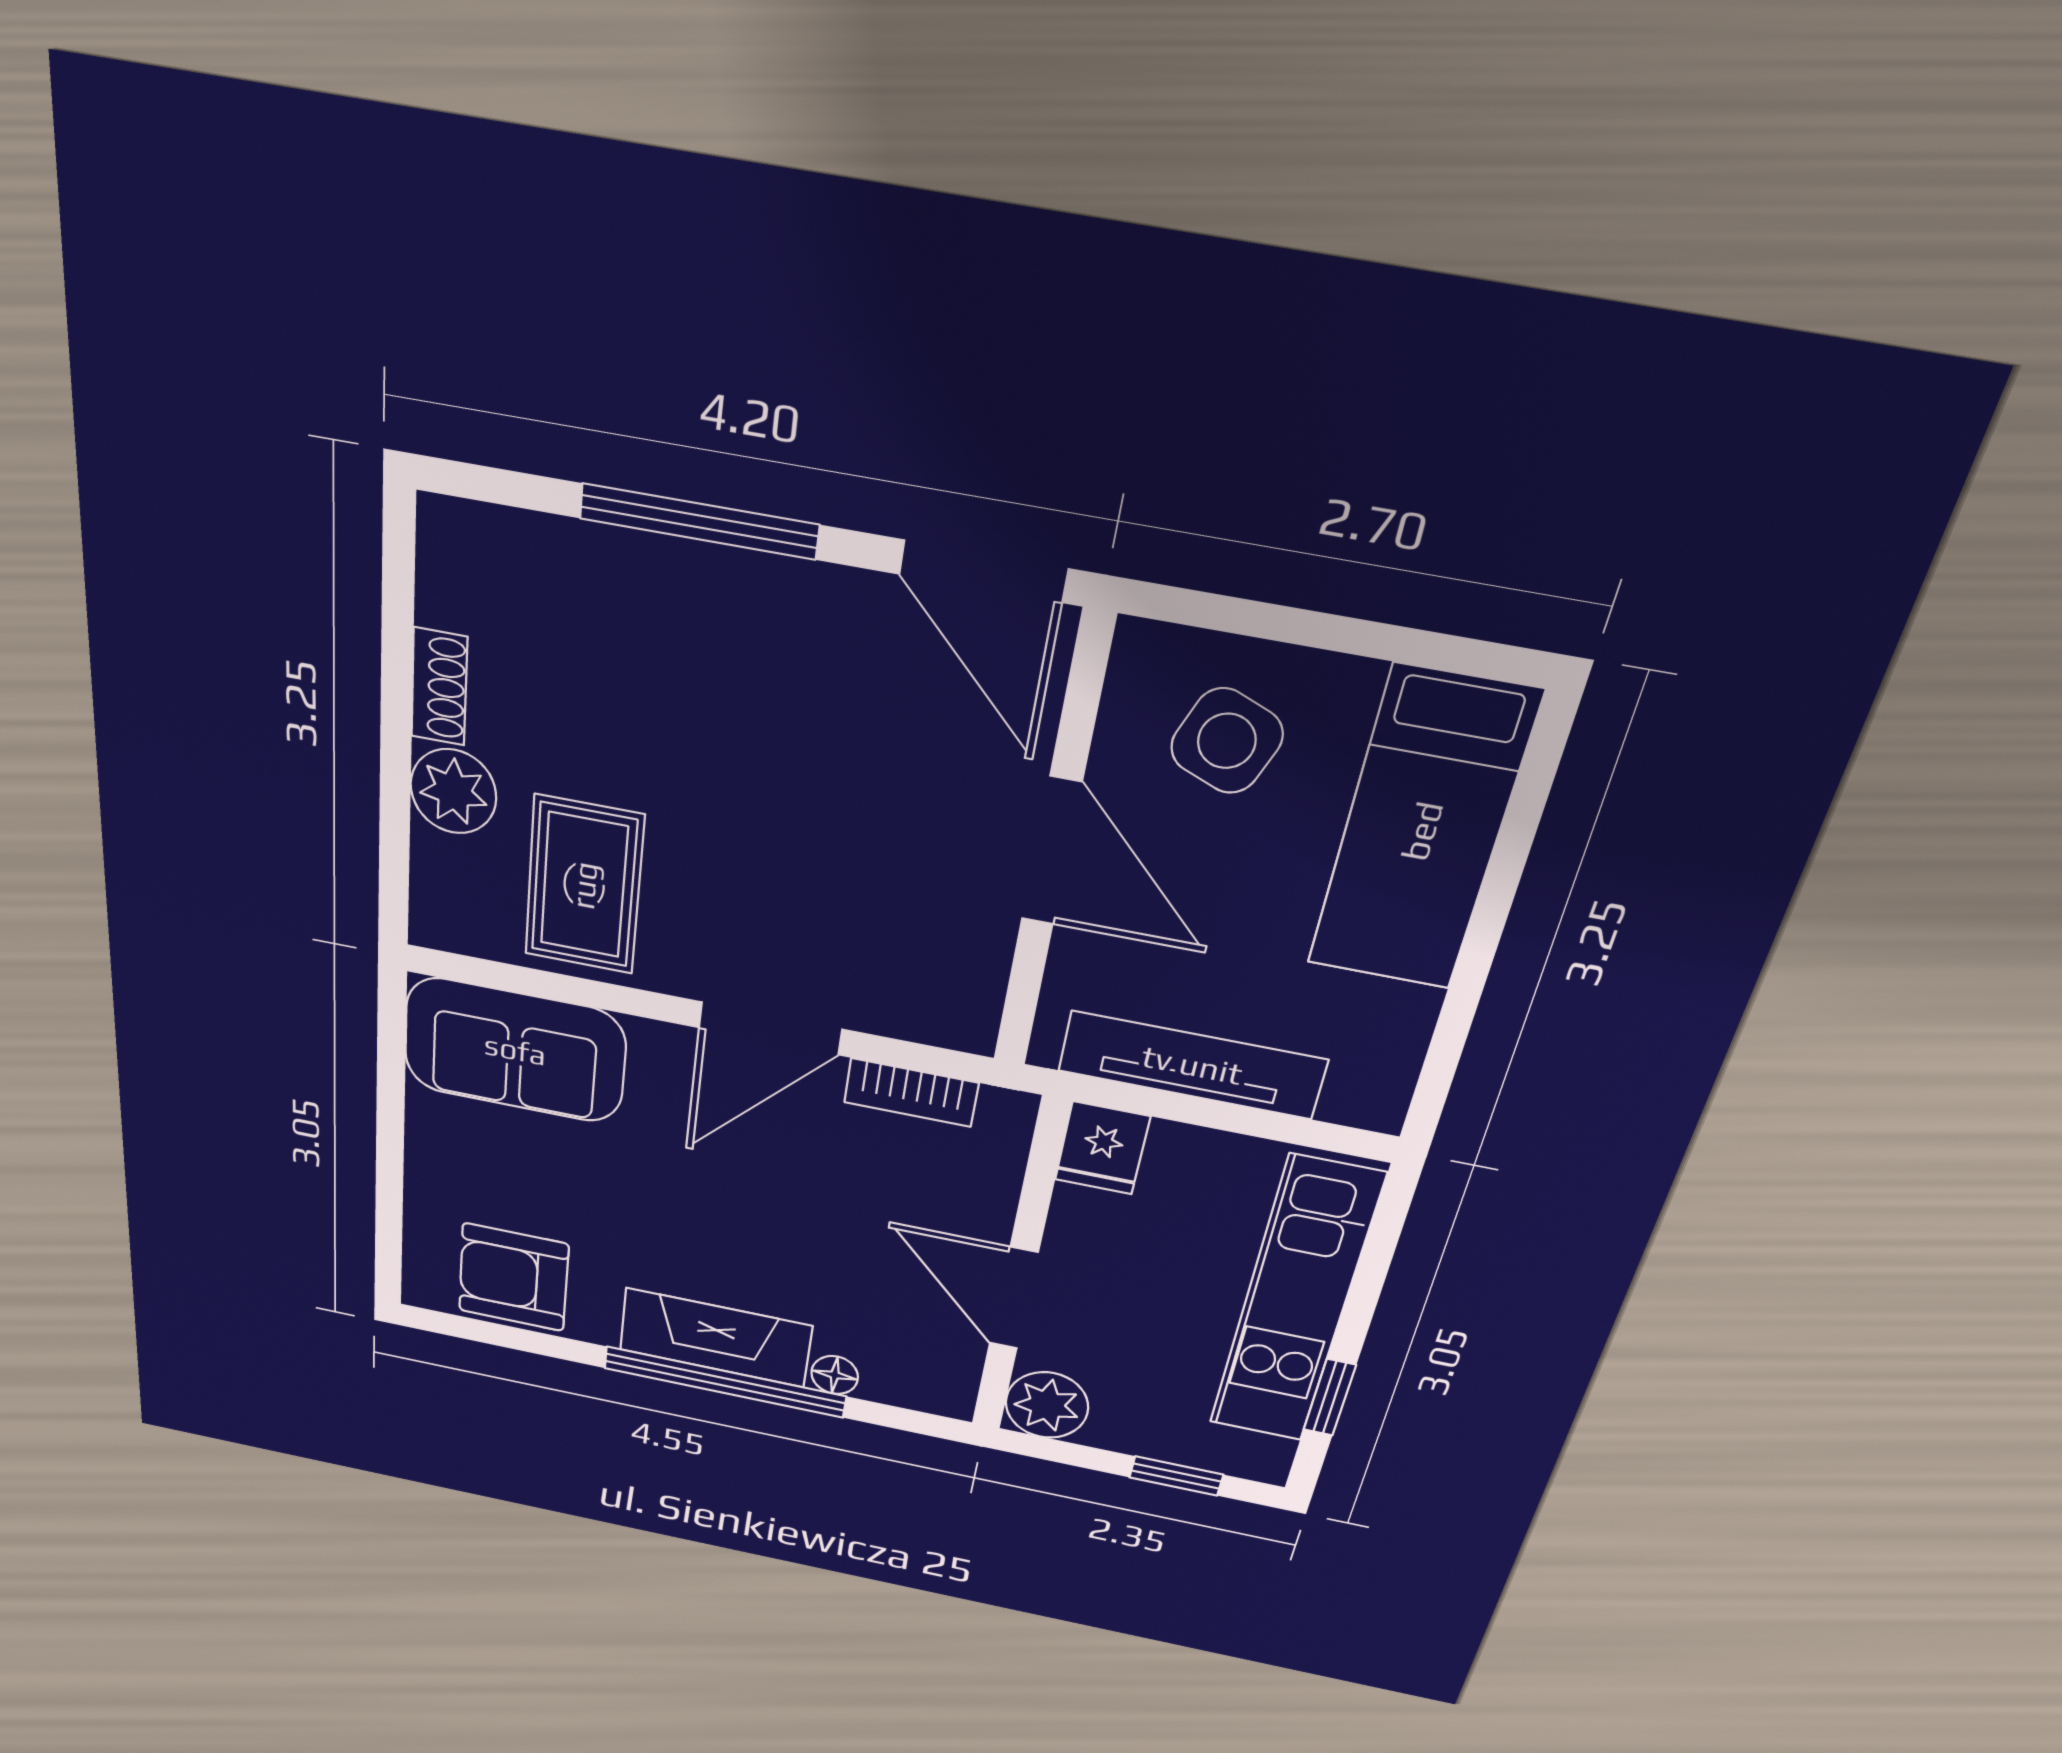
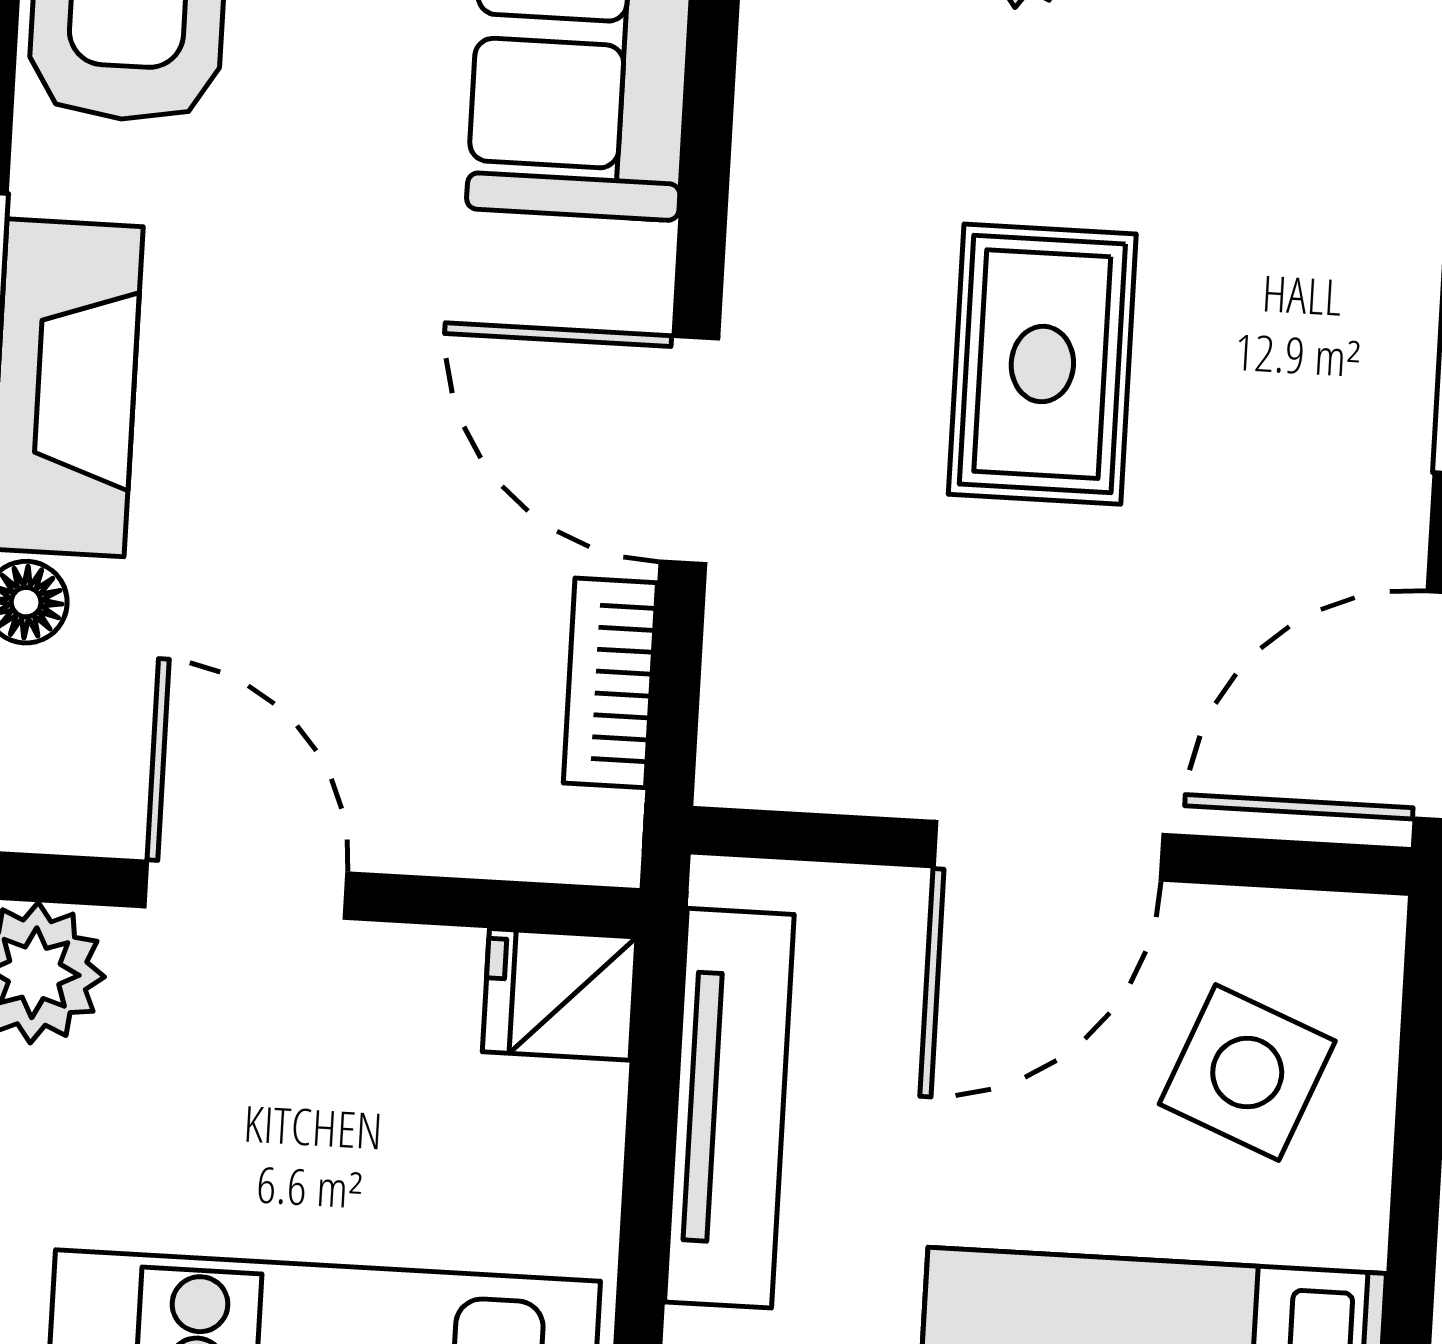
rug: (584, 885) -> (1042, 364), moved, turned 90
door: (1014, 1298) -> (246, 890), hinge flipped

